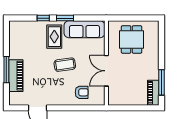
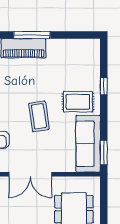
window: (65, 18) -> (104, 152), moved
double door: (106, 71) -> (30, 174), swing flipped

